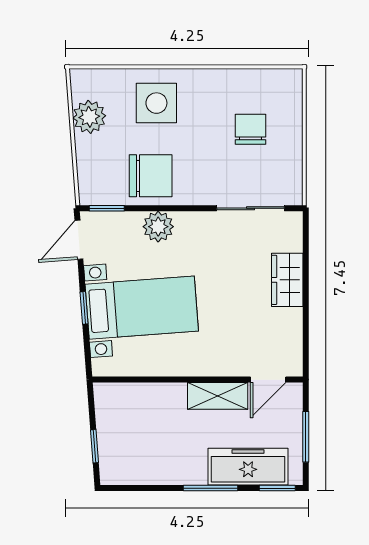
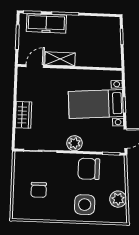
plant: (158, 227) -> (74, 143), moved

